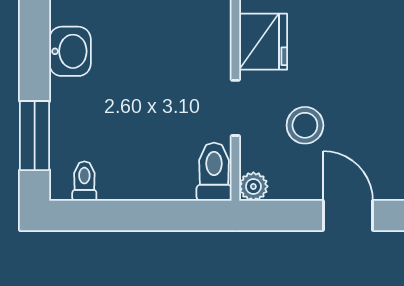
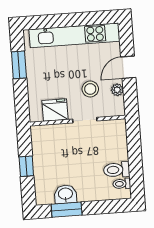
window: (35, 136) -> (67, 210), moved
toilet: (214, 172) -> (117, 170), moved
plant: (253, 186) -> (117, 90), moved

